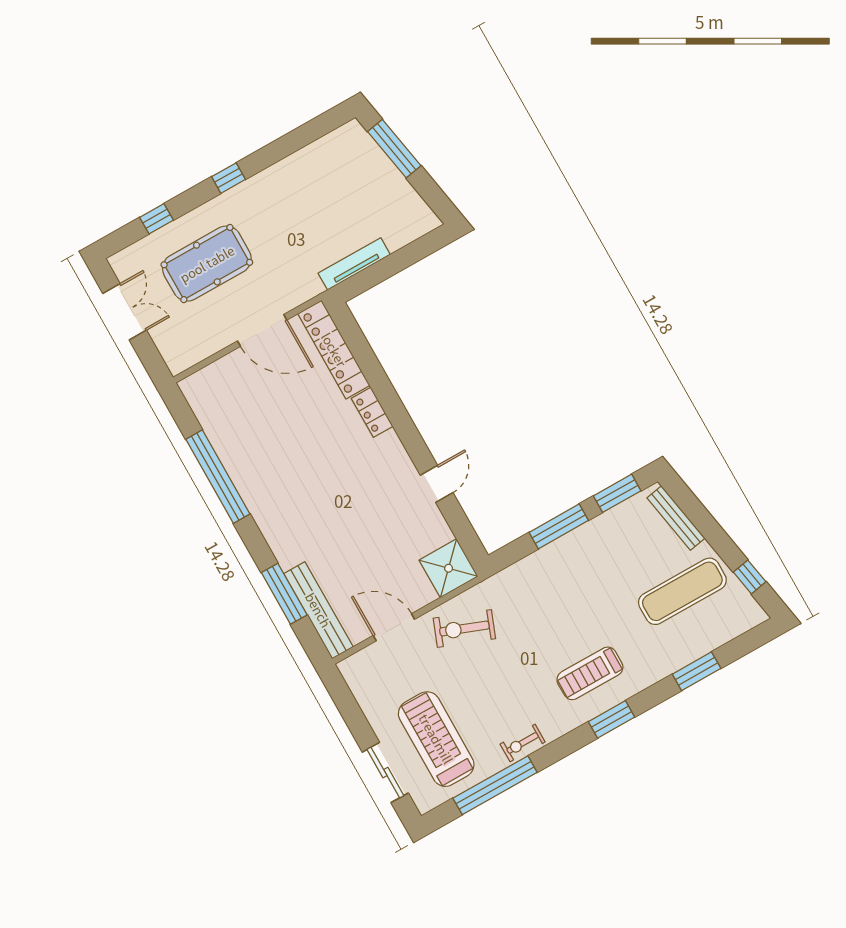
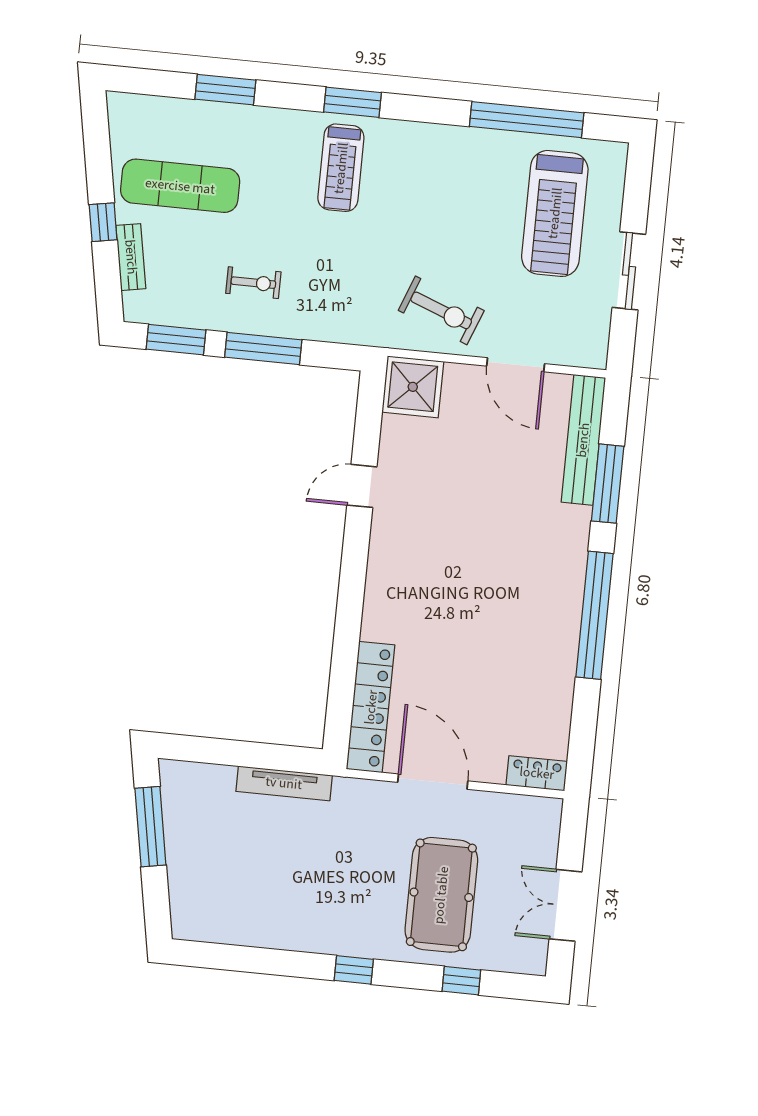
window: (394, 149) -> (150, 827), moved
pool table: (207, 264) -> (441, 895), turned 90
locker: (372, 412) -> (537, 773), moved, turned -90
window: (218, 477) -> (595, 615), moved
bench: (676, 518) -> (131, 257), width x0.73
window: (750, 577) -> (103, 222), moved
treadmill: (590, 673) -> (341, 168), turned 90
exercise bike: (523, 743) -> (253, 283), moved
sliding door: (385, 773) -> (629, 271), moved

